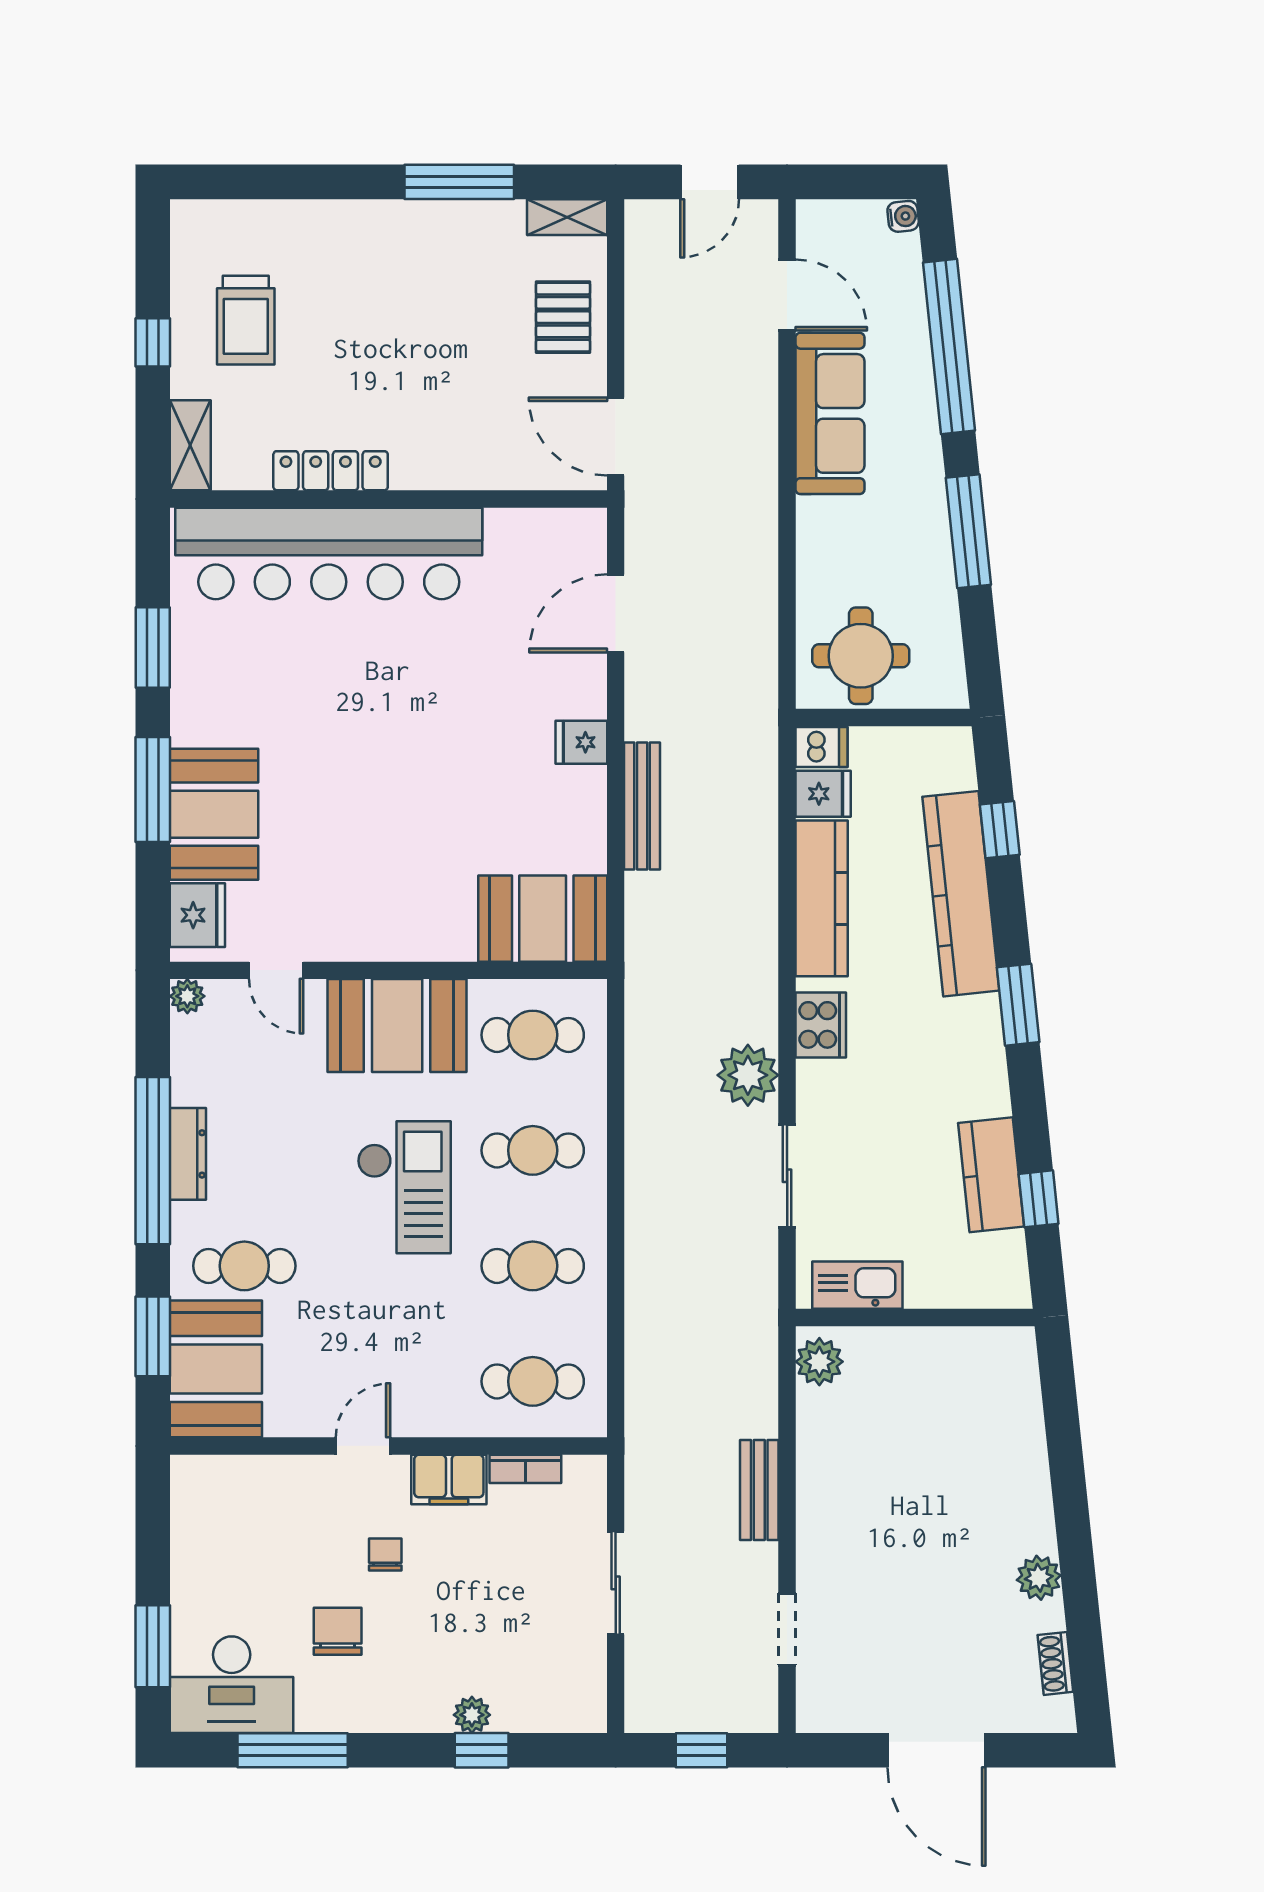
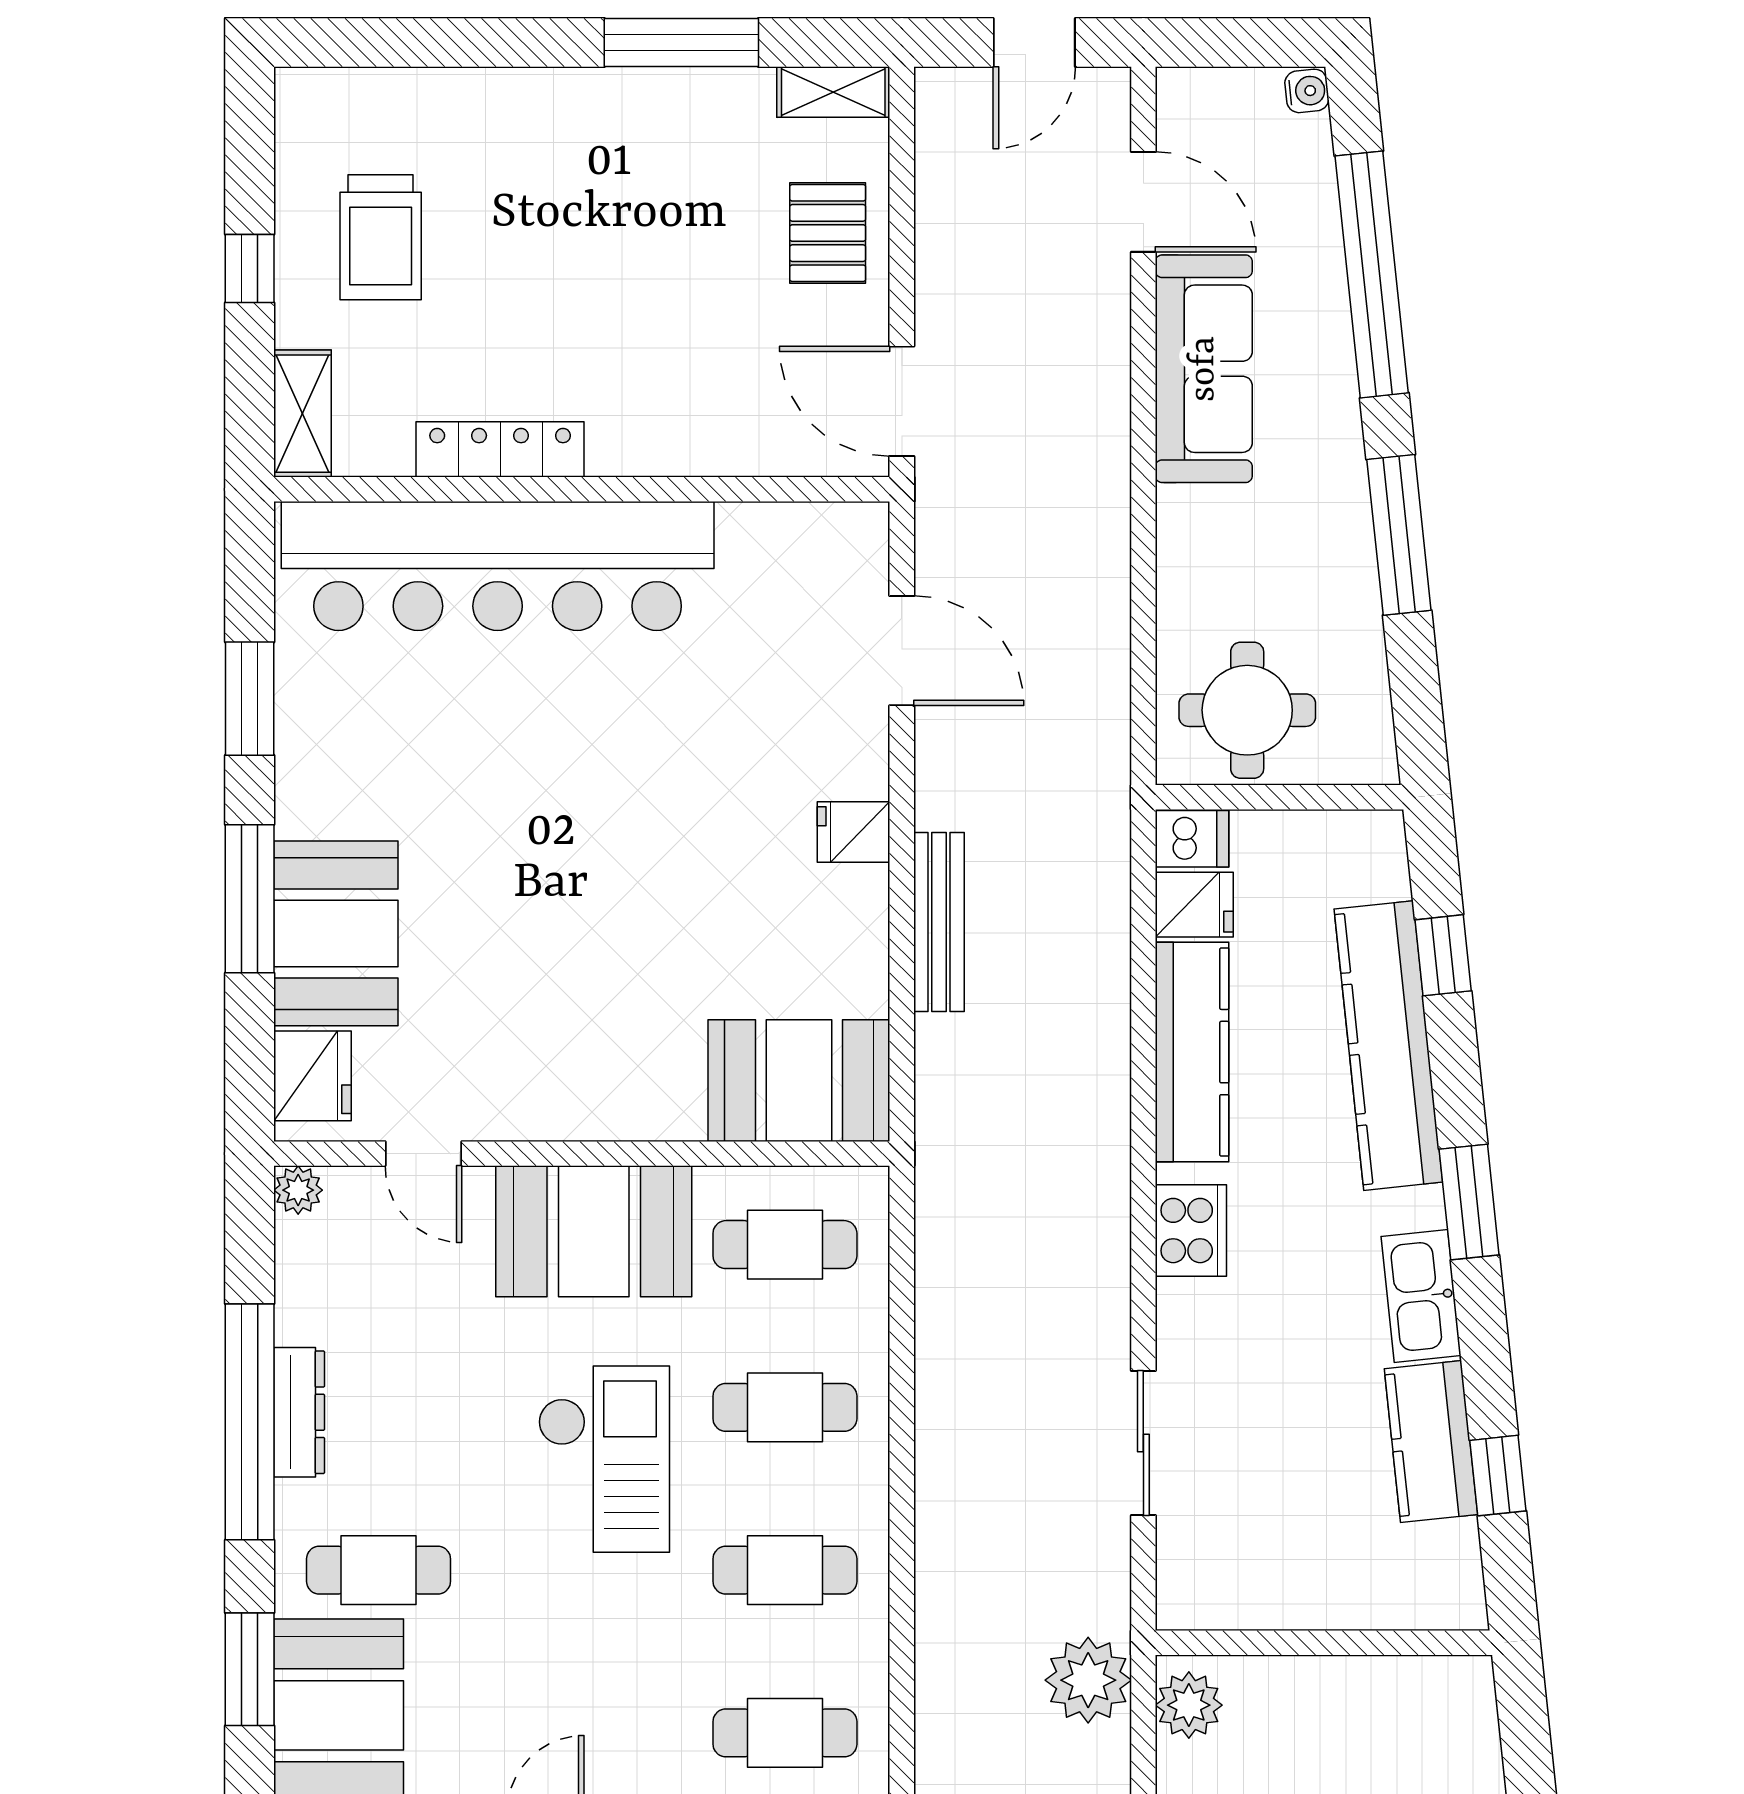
door: (616, 613) -> (902, 651), swing flipped
plant: (748, 1075) -> (1088, 1680), moved
kitchen sink: (857, 1285) -> (1421, 1296), moved, turned -96

